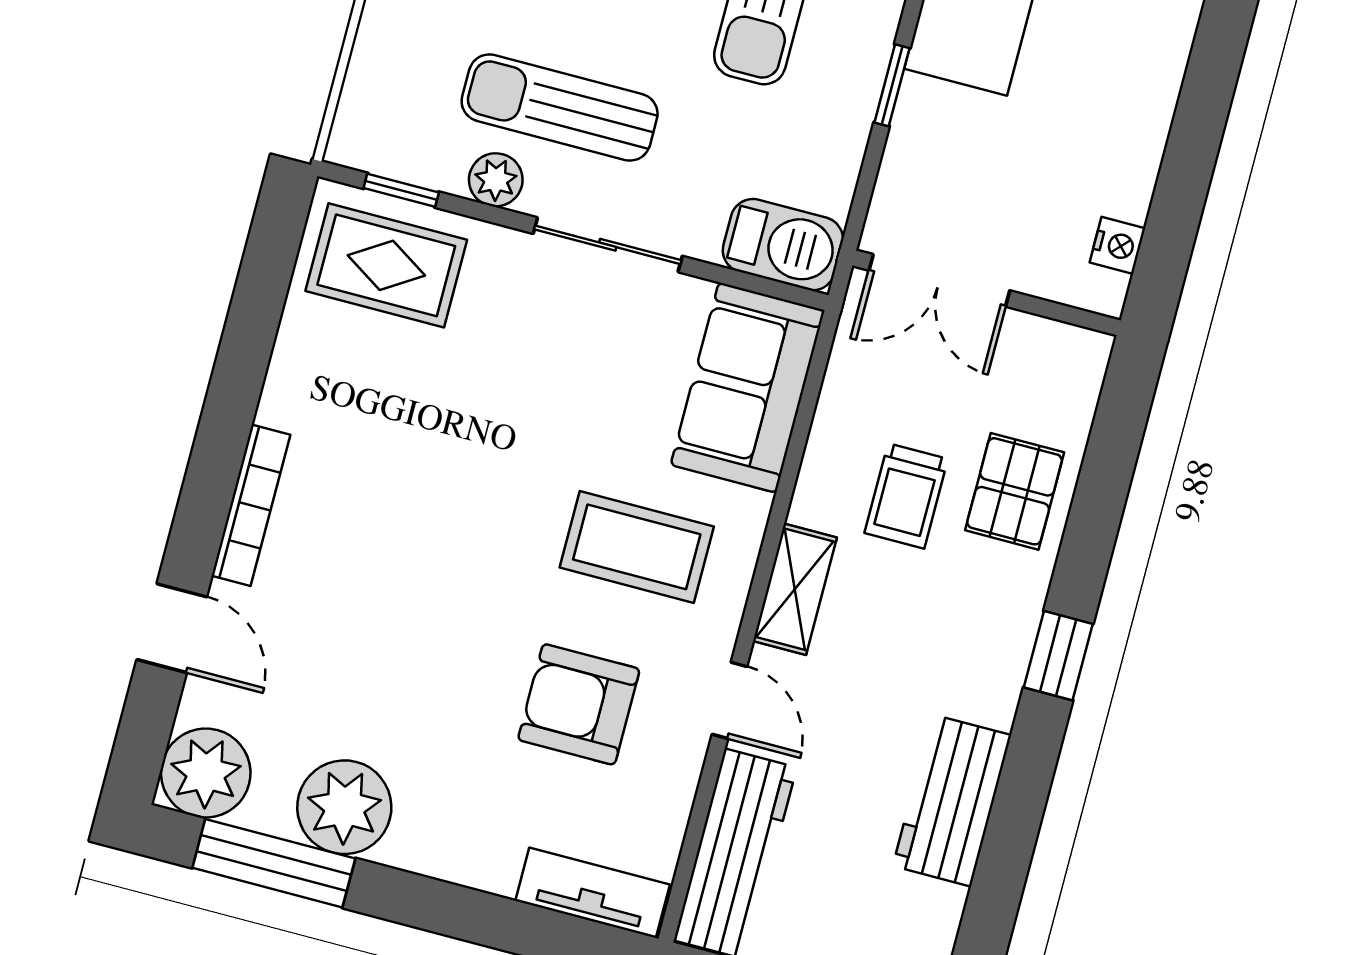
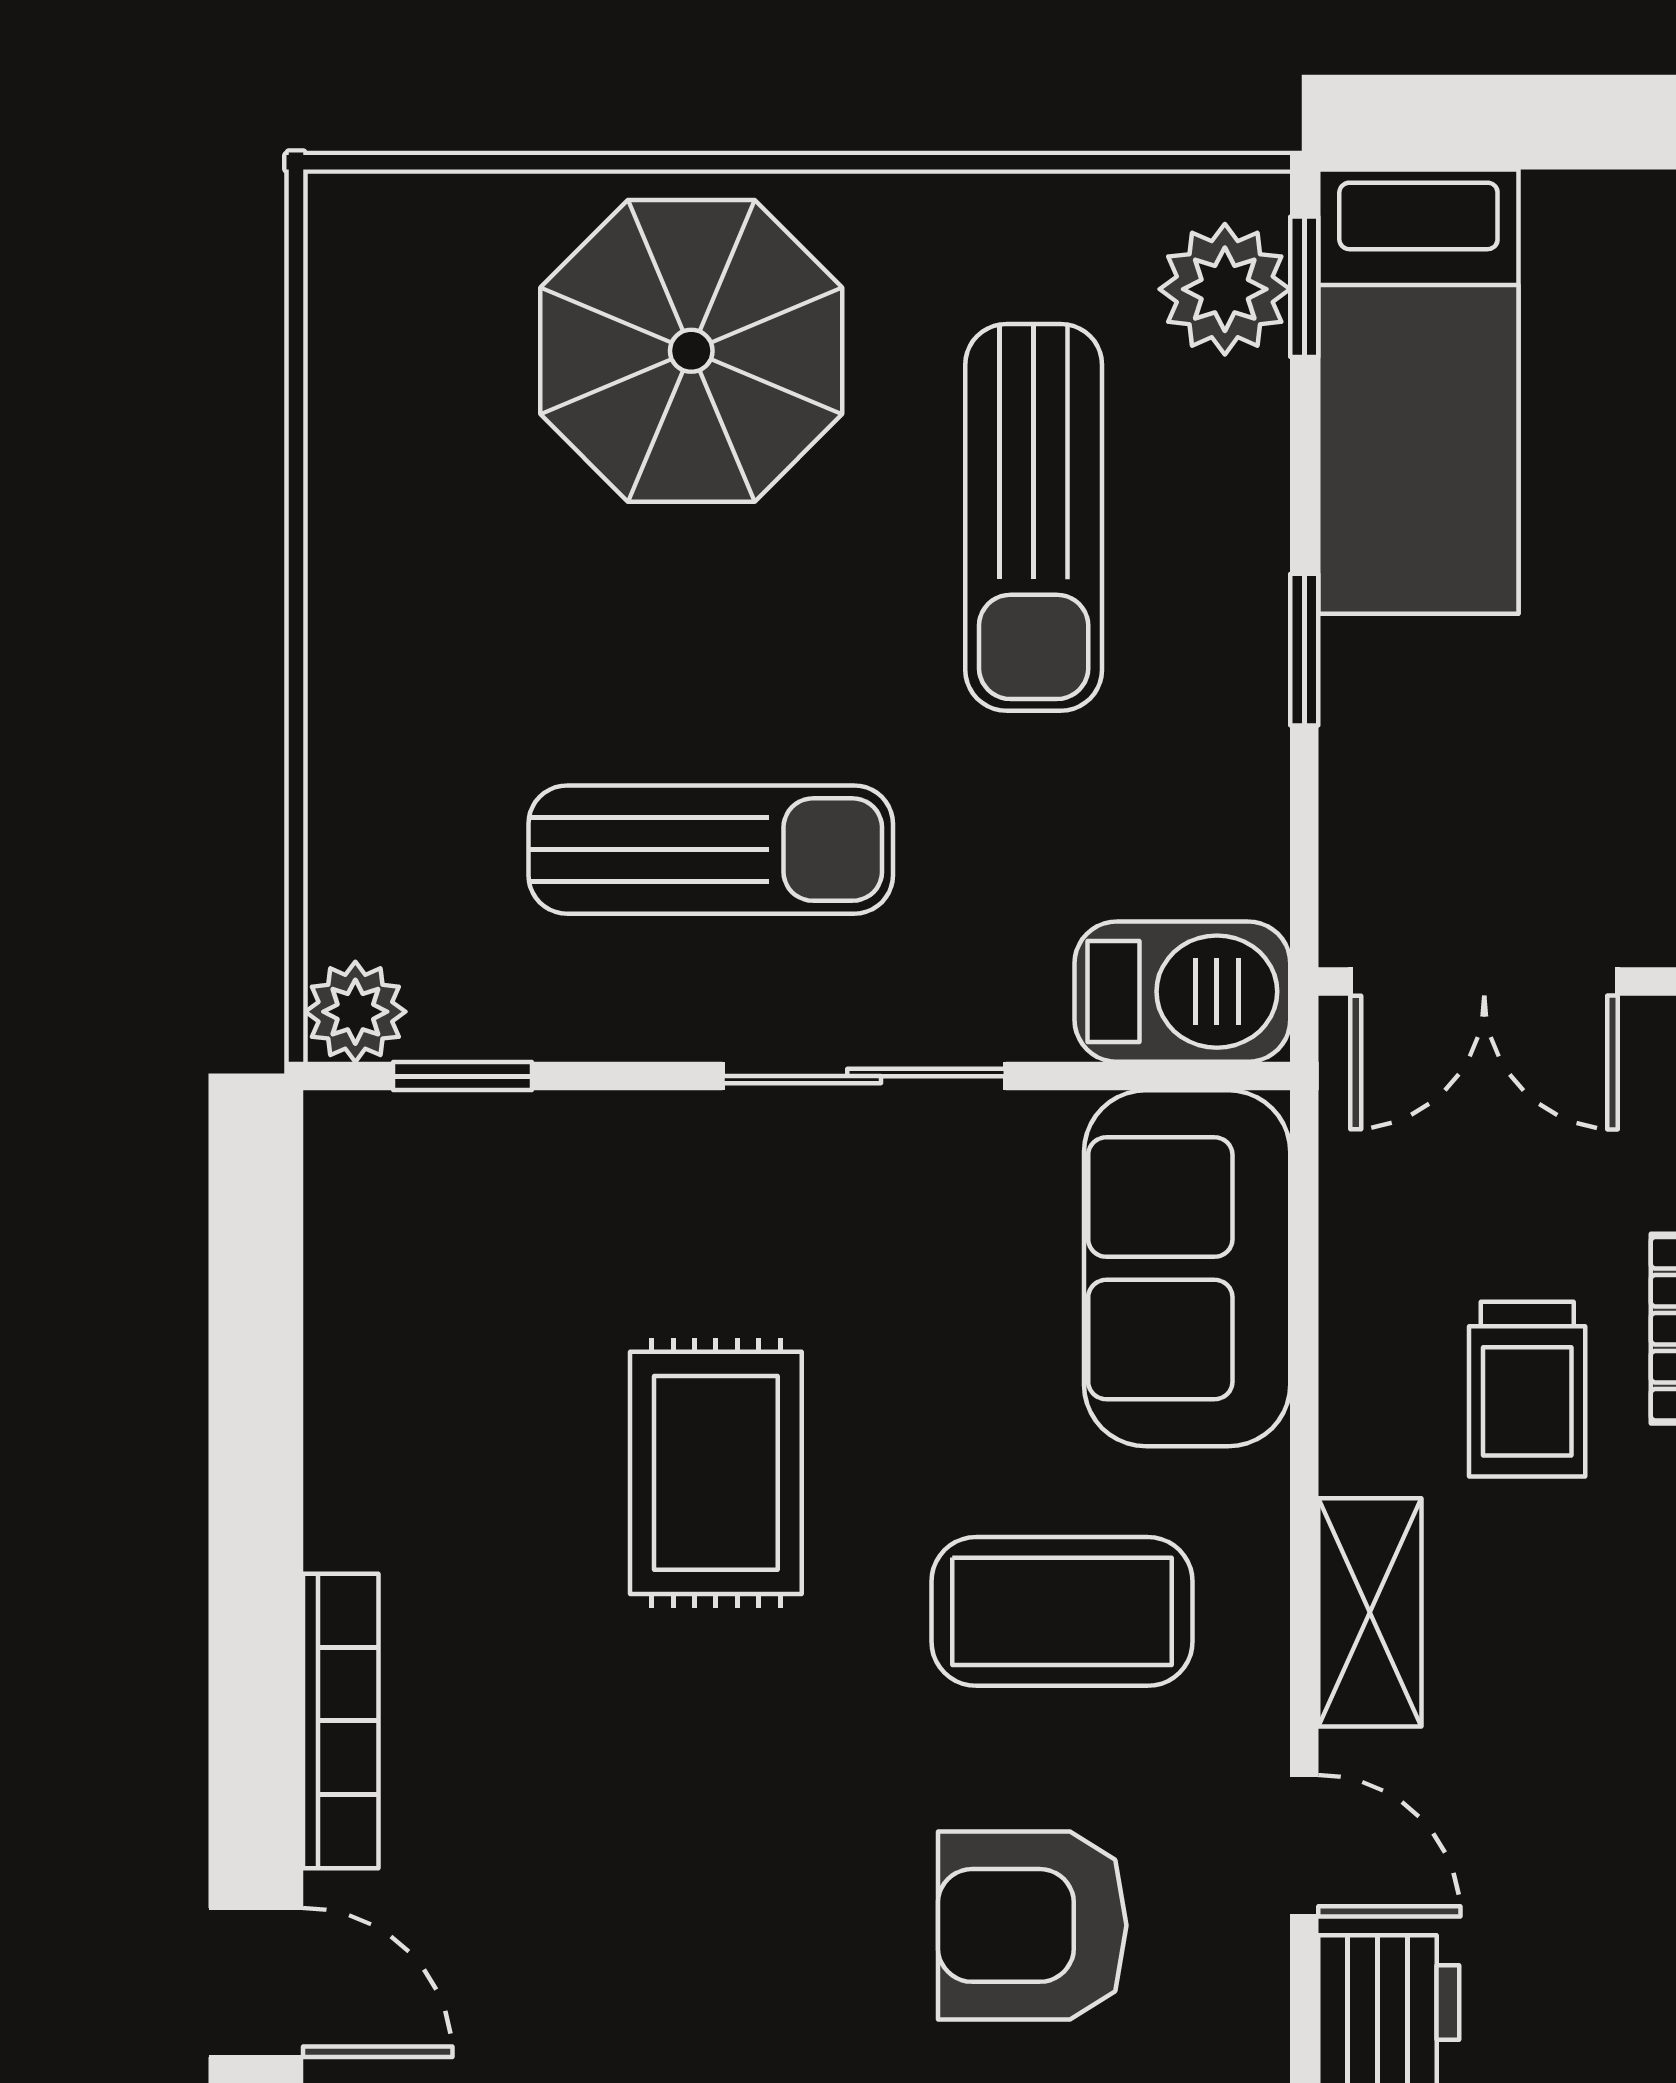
sun lounger: (560, 108) -> (711, 850), turned 180
plant: (496, 180) -> (355, 1012), moved
rug: (386, 265) -> (716, 1473), moved, turned 90

